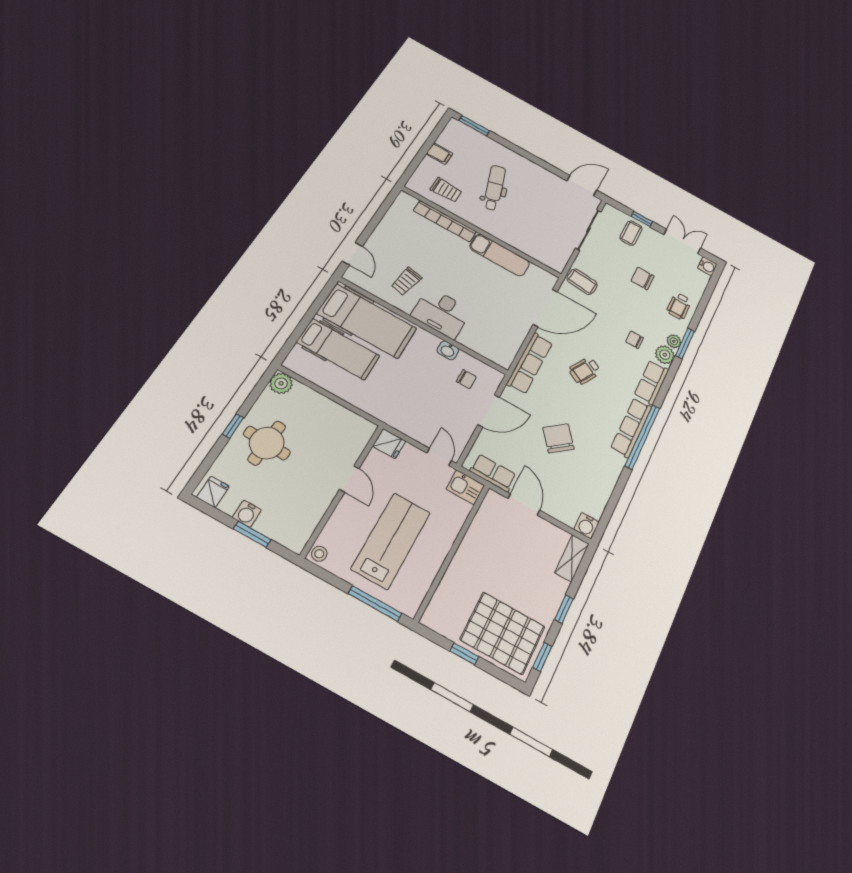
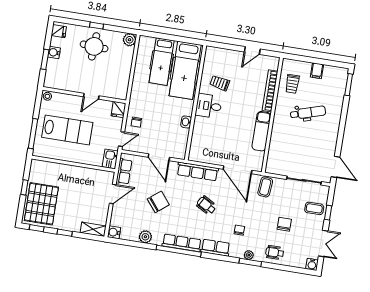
door: (352, 254) -> (252, 51), moved
desk: (441, 313) -> (209, 106), width x0.73
plant: (665, 355) -> (145, 237), moved
chair: (466, 379) -> (136, 122), moved

